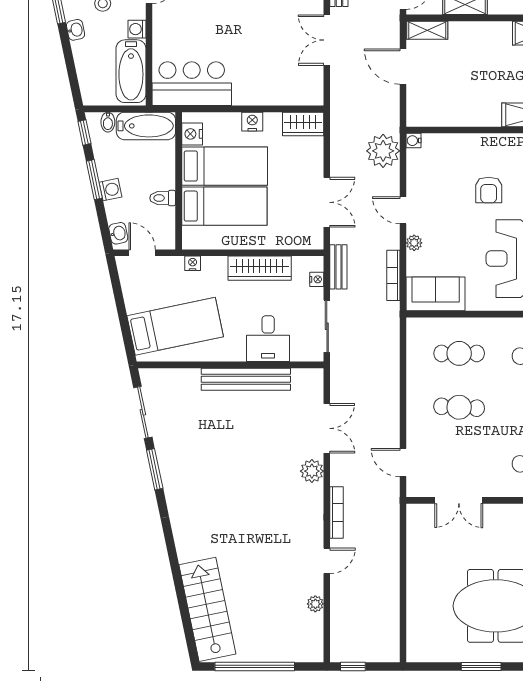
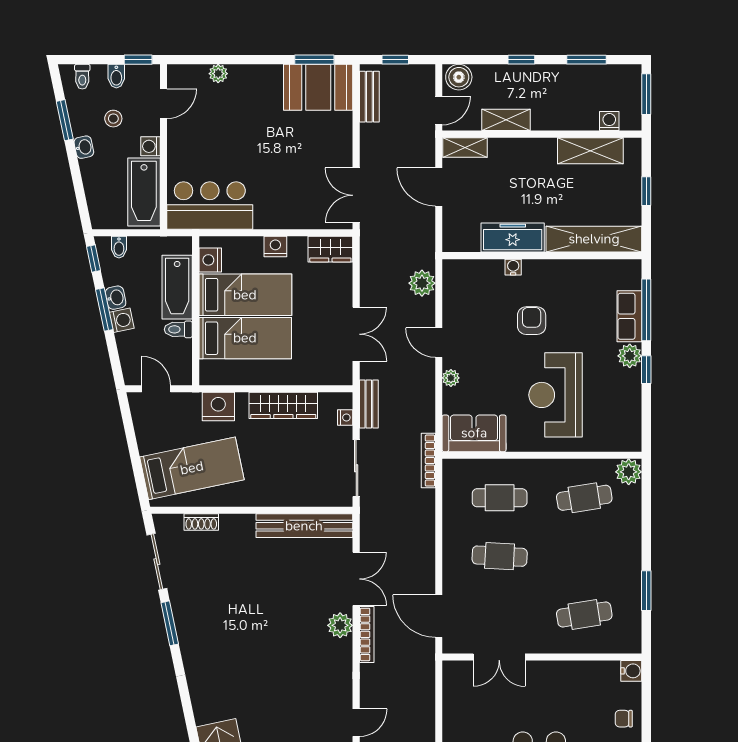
double door: (327, 40) -> (356, 195), moved
freezer: (471, 113) -> (513, 238), added
bathtub: (146, 126) -> (177, 287), moved, turned 90
water cooler: (414, 141) -> (513, 267), moved, turned 90
plant: (383, 151) -> (422, 283), width x0.73, depth x0.73
armchair: (489, 190) -> (532, 321), turned 180
washbasin: (118, 233) -> (116, 298), moved
nightstand: (193, 263) -> (218, 407), width x1.89, depth x1.79
bookcase: (393, 275) -> (428, 461), moved
desk: (268, 339) -> (293, 482), removed
shoe rack: (184, 376) -> (201, 522), added
bench: (246, 379) -> (304, 526), moved
door: (403, 463) -> (439, 616), width x1.38
bookcase: (337, 513) -> (367, 634), moved

